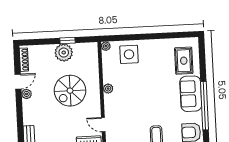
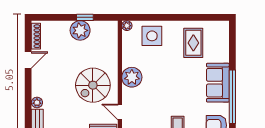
rug: (184, 61) -> (193, 43), moved
plant: (108, 89) -> (132, 77), width x1.87, depth x1.87
spiral stairs: (70, 91) -> (93, 85), moved
plant: (27, 94) -> (37, 103), moved

